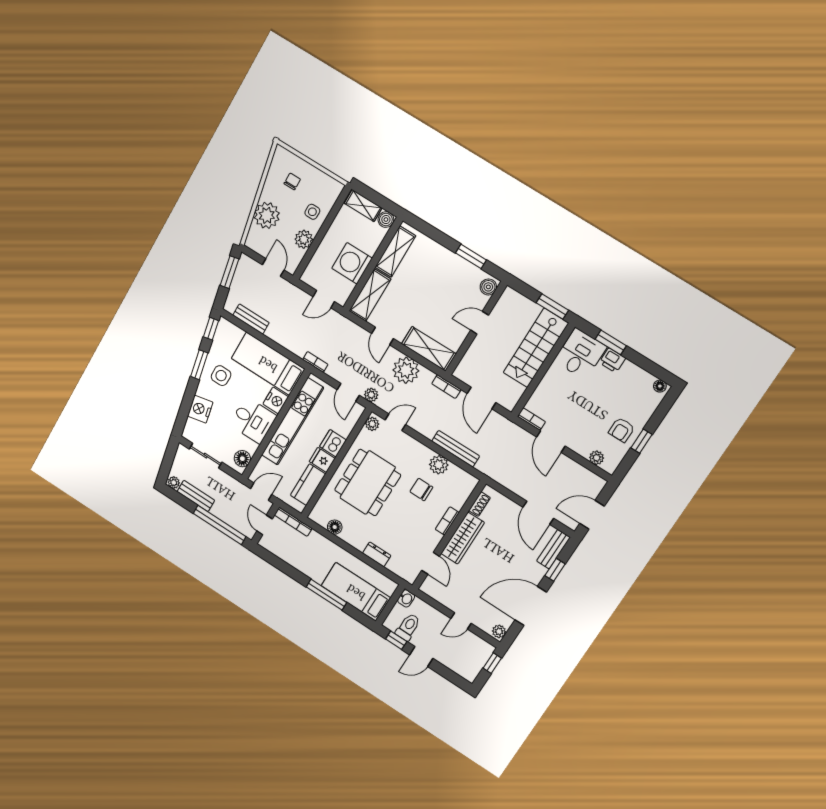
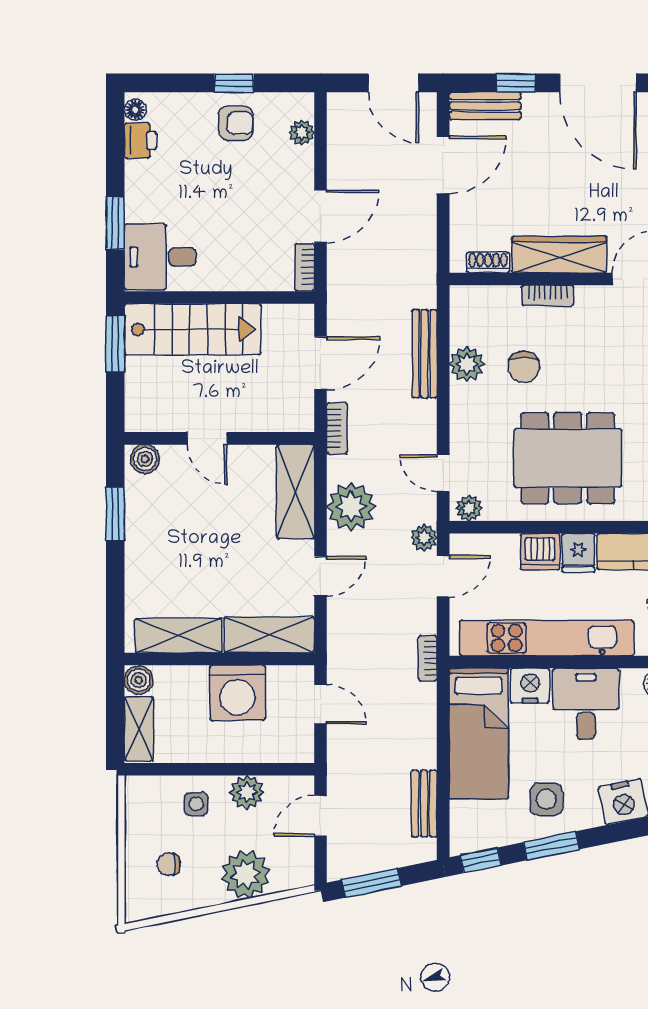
printer: (612, 360) -> (140, 141), moved

